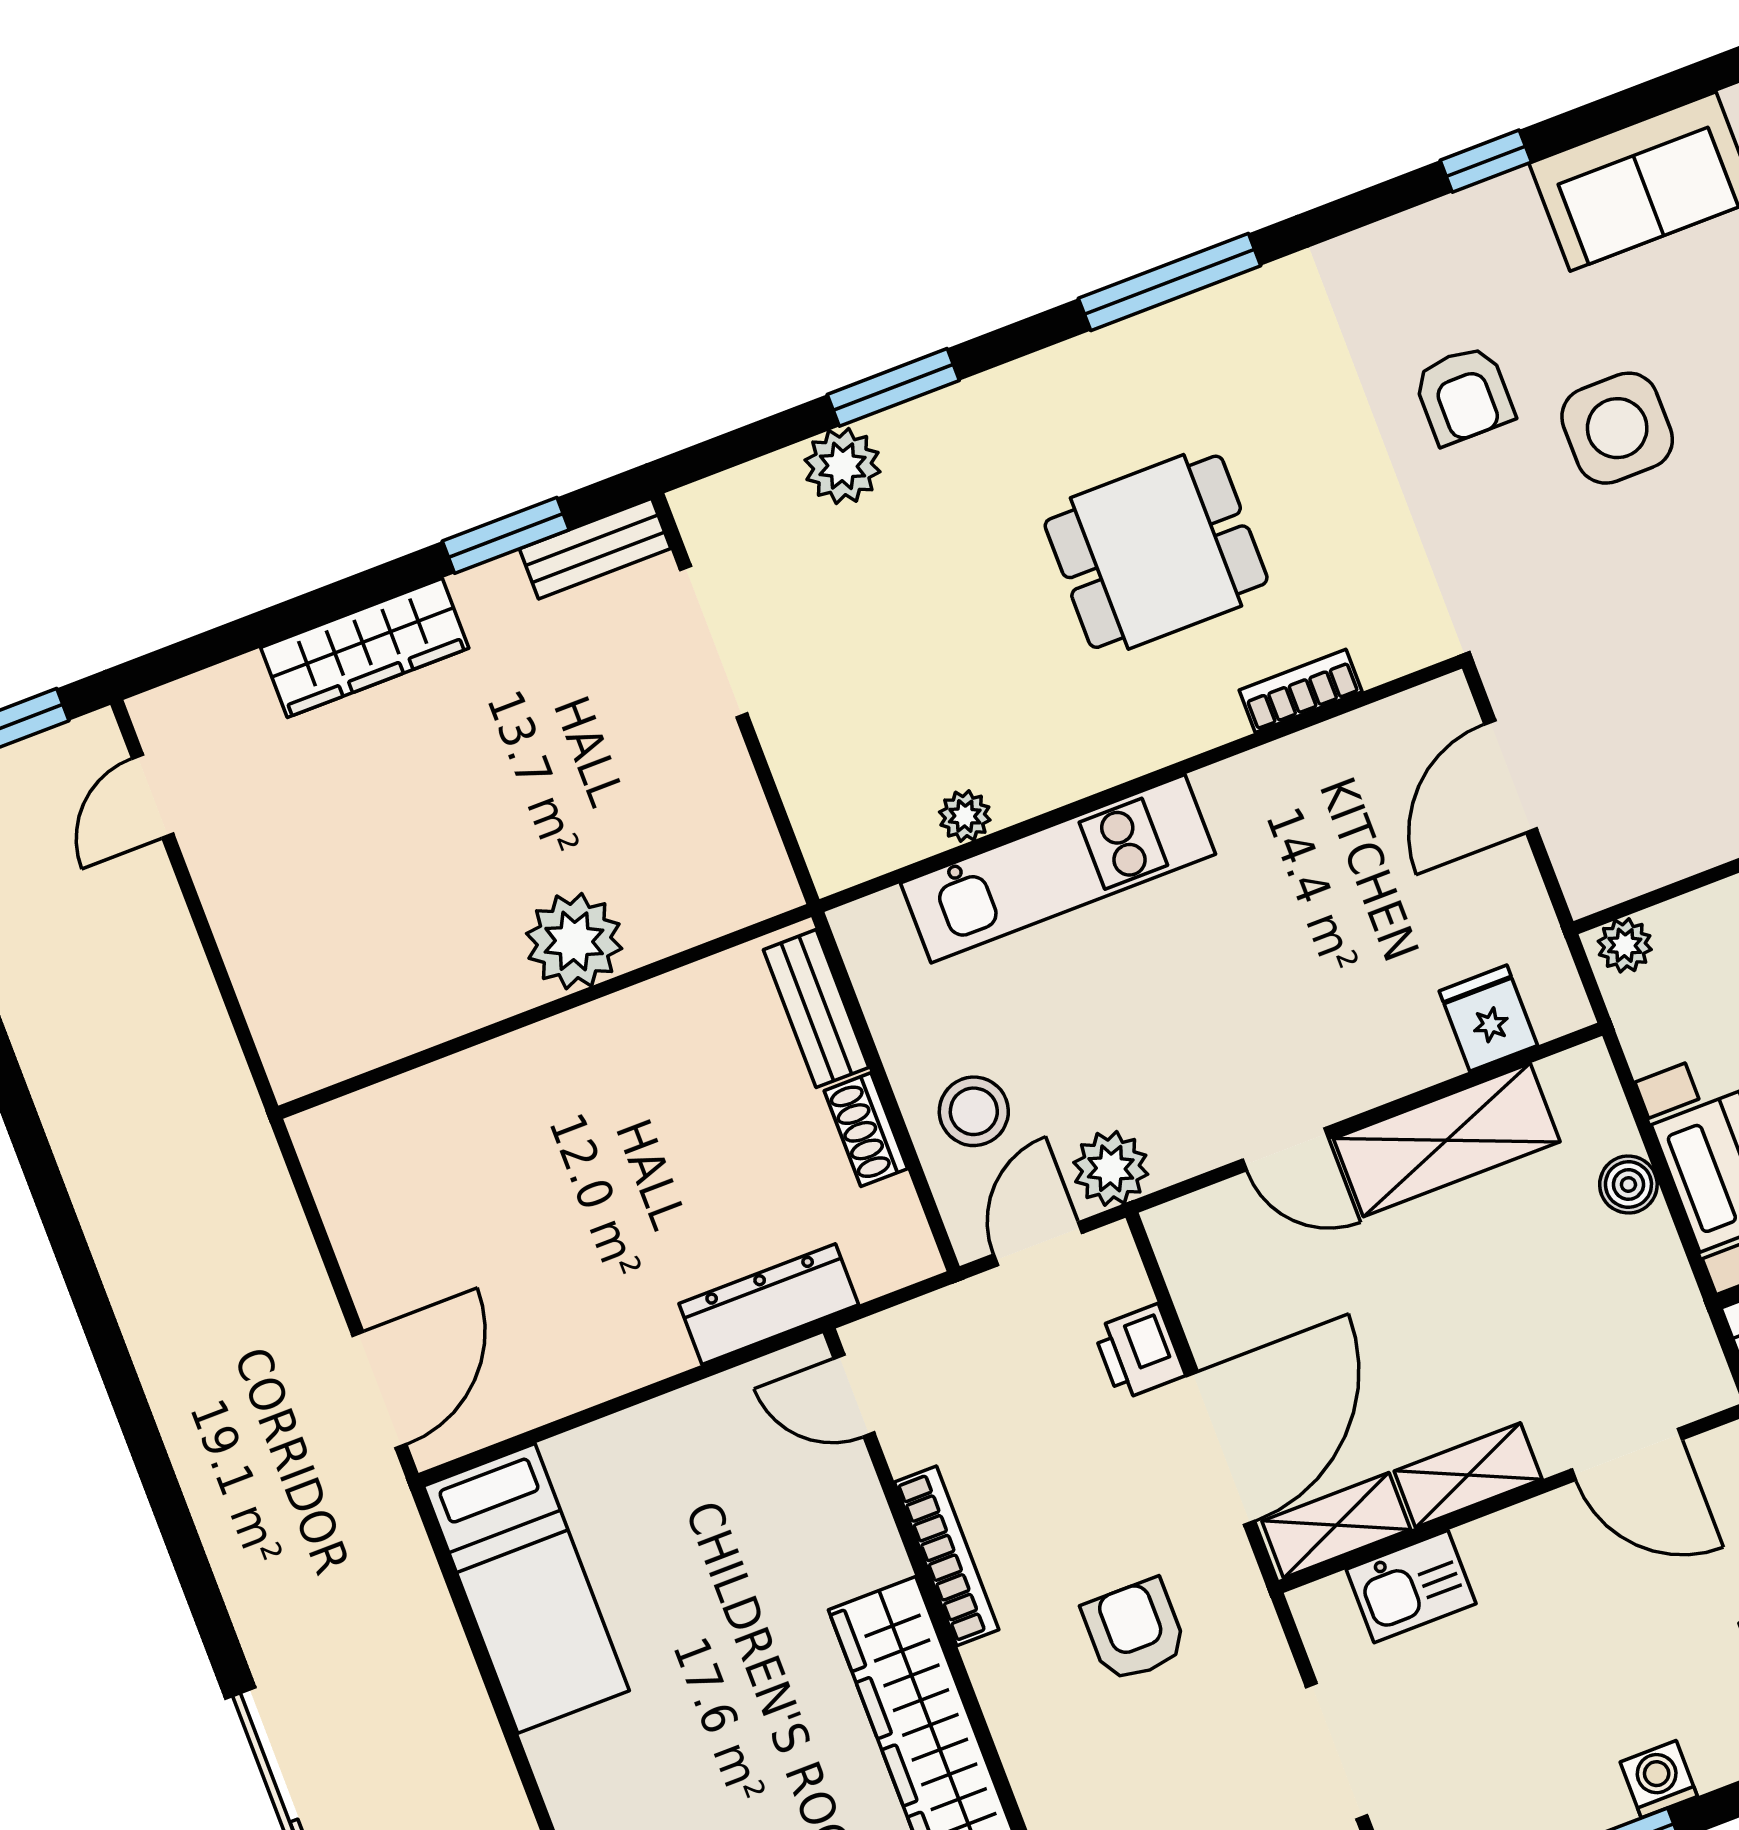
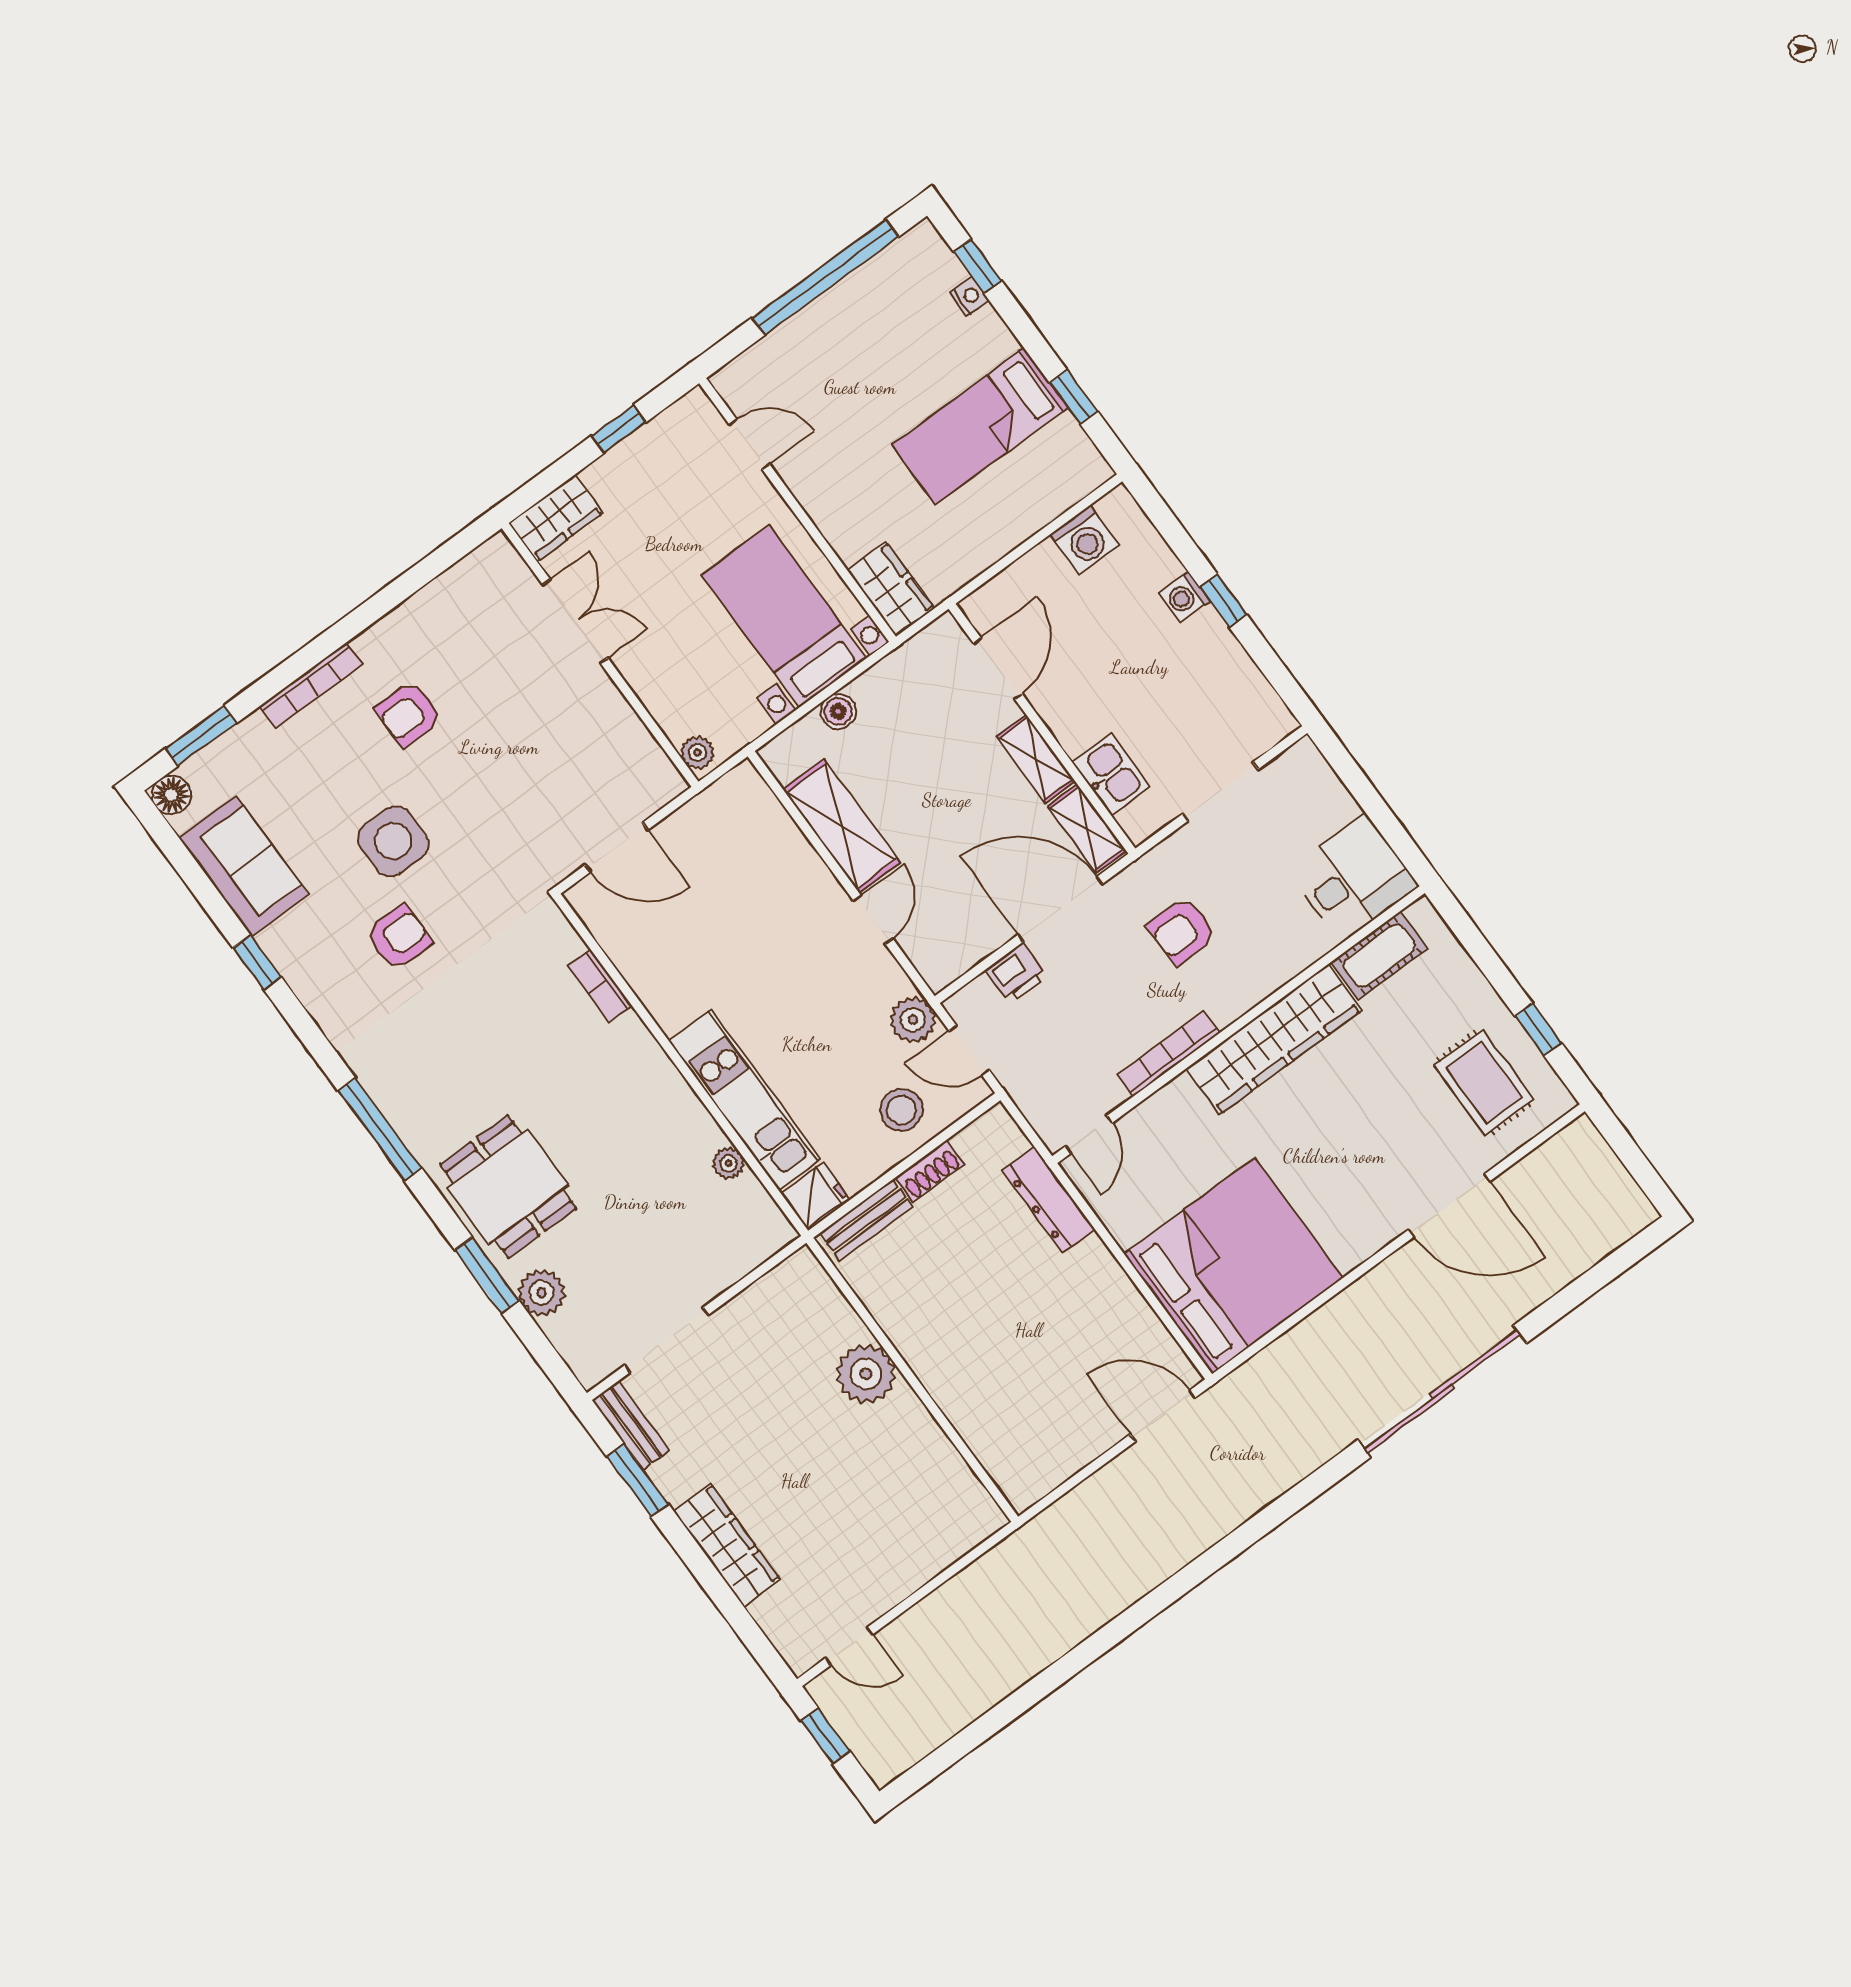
dining table: (1156, 552) -> (508, 1187), moved
fridge: (1488, 1018) -> (815, 1195), moved, turned 180
bed: (526, 1588) -> (1233, 1266), width x2.04

